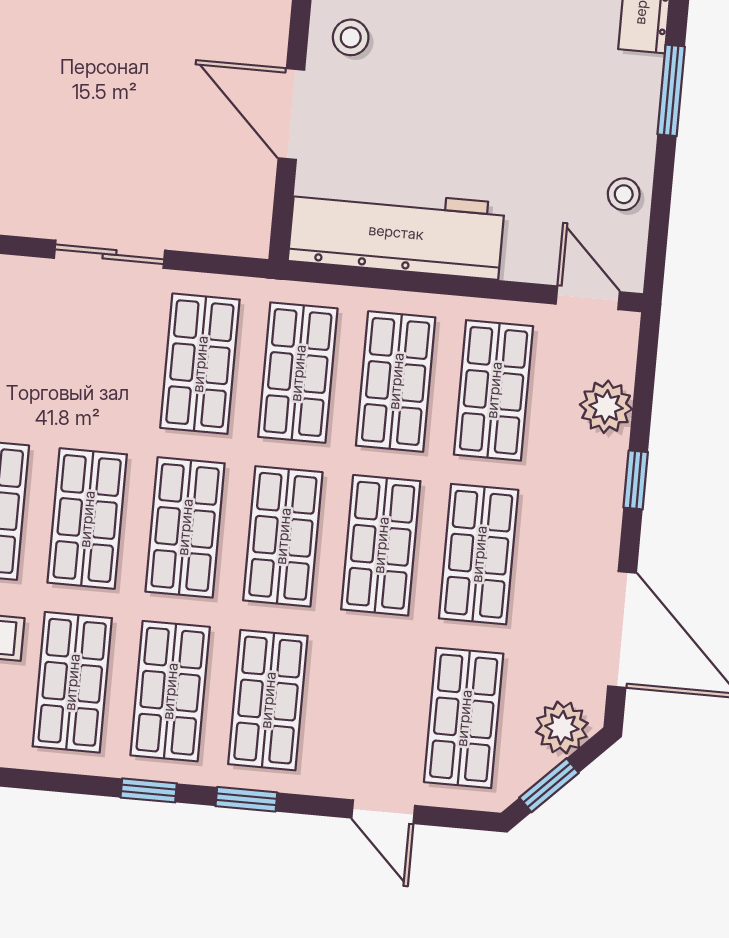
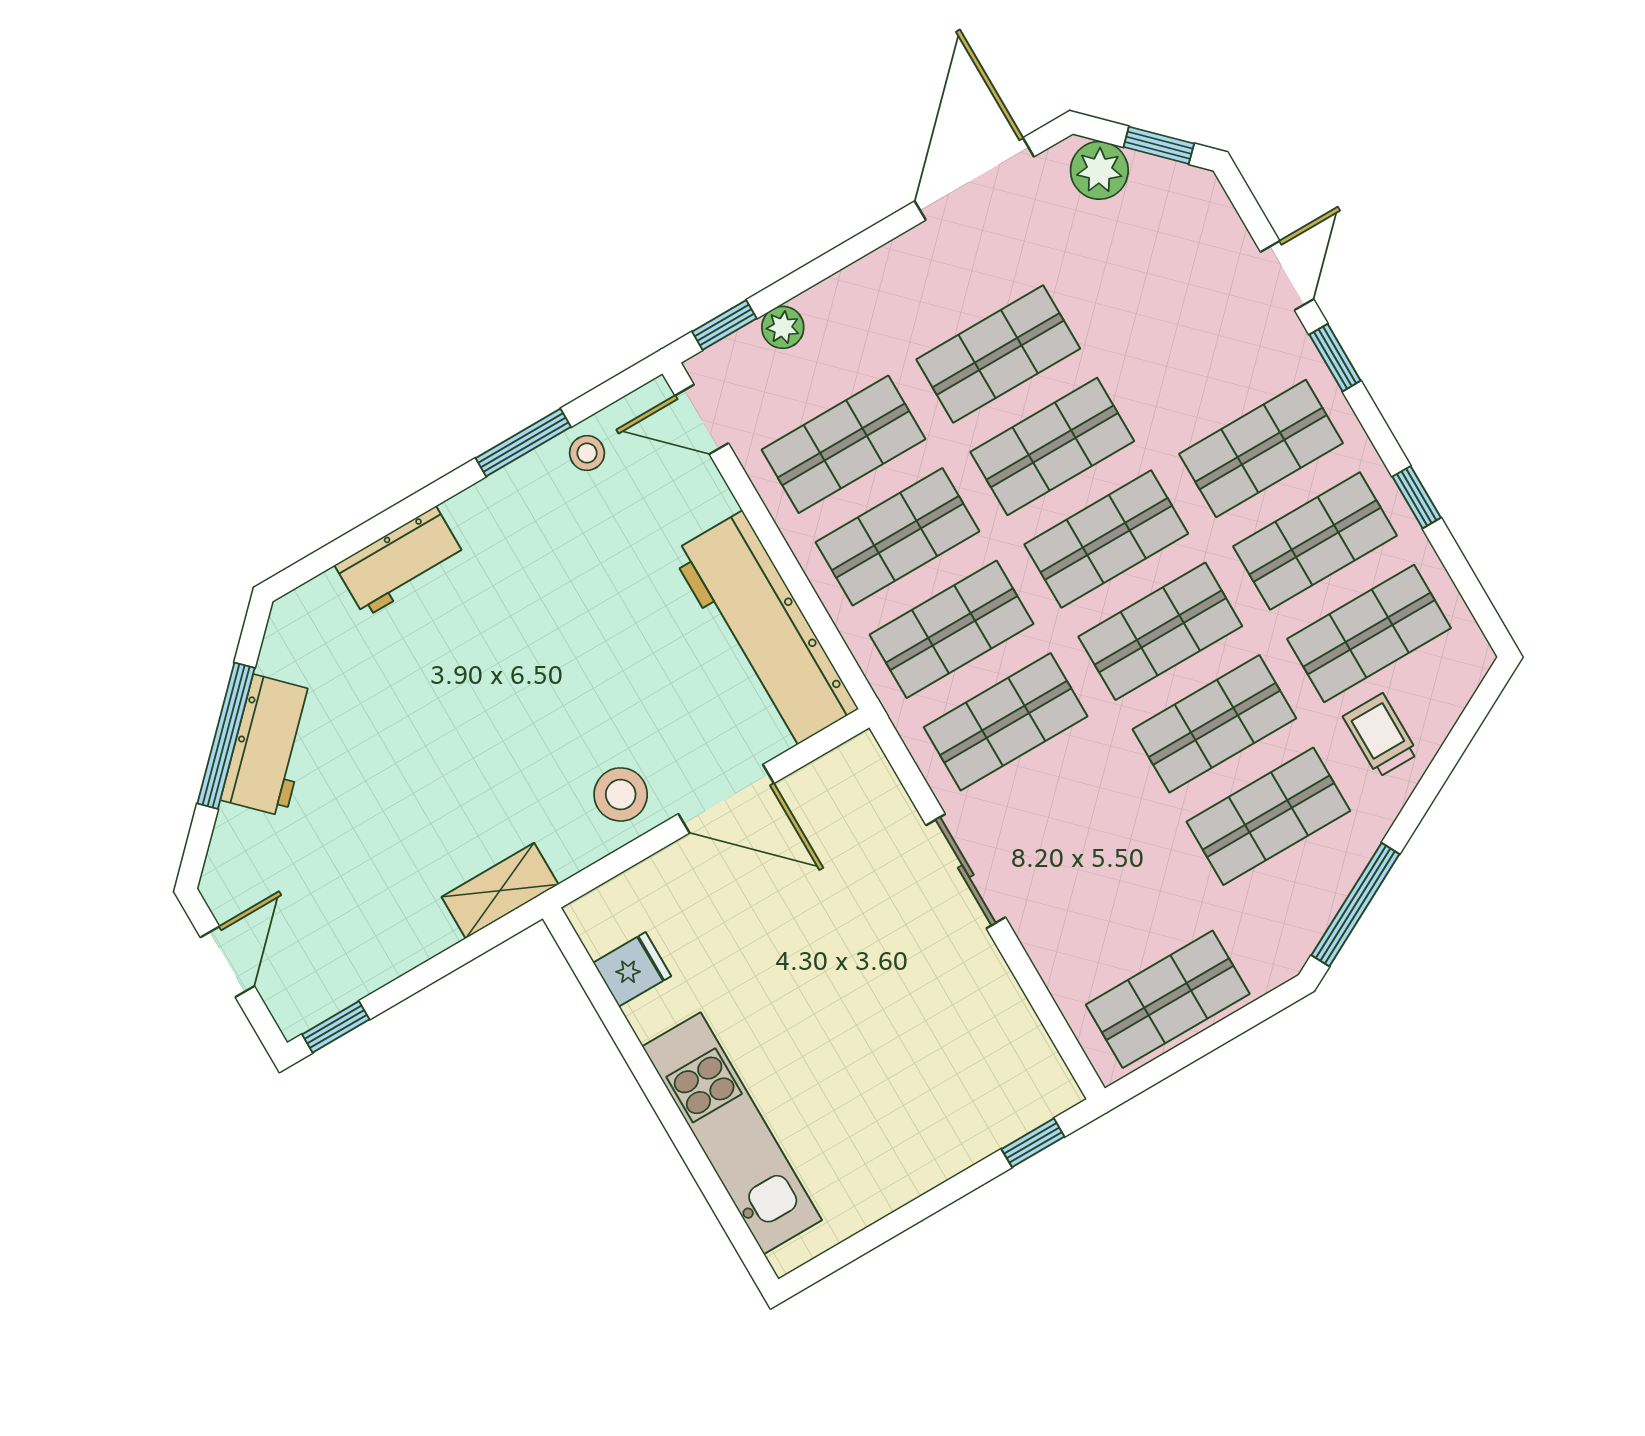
stool: (351, 37) -> (621, 794), width x1.37, depth x1.37
window: (671, 90) -> (523, 443), moved
door: (291, 114) -> (726, 799), hinge flipped
door: (588, 298) -> (702, 419), hinge flipped
plant: (606, 407) -> (783, 327), width x0.73, depth x0.73
window: (636, 480) -> (724, 325), moved
shop shelf: (464, 718) -> (1153, 264), removed
window: (246, 799) -> (1335, 358), moved

